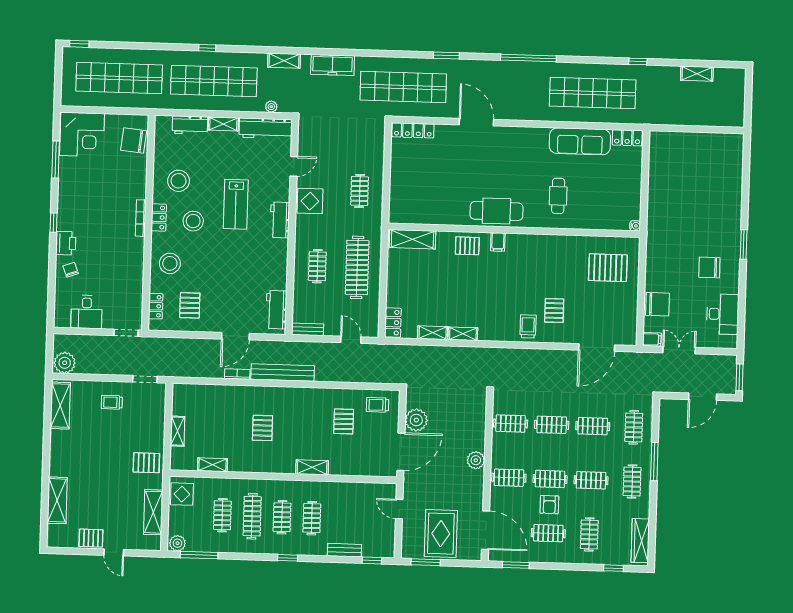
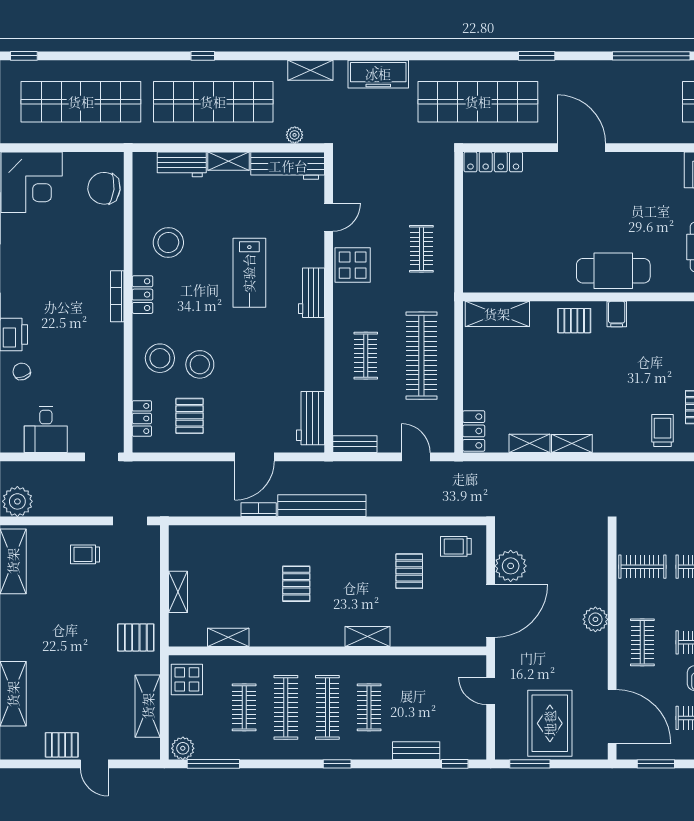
stool: (193, 221) -> (200, 364), moved
clothes rail: (509, 478) -> (642, 642), turned 90
clothes rail: (282, 517) -> (327, 707), width x1.36

